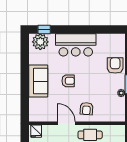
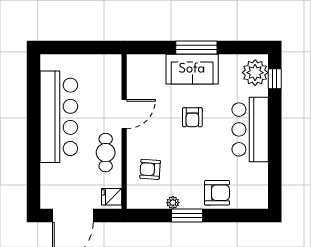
window: (25, 78) -> (196, 47), added
armchair: (86, 109) -> (150, 169), moved
fridge: (36, 131) -> (112, 197), moved

